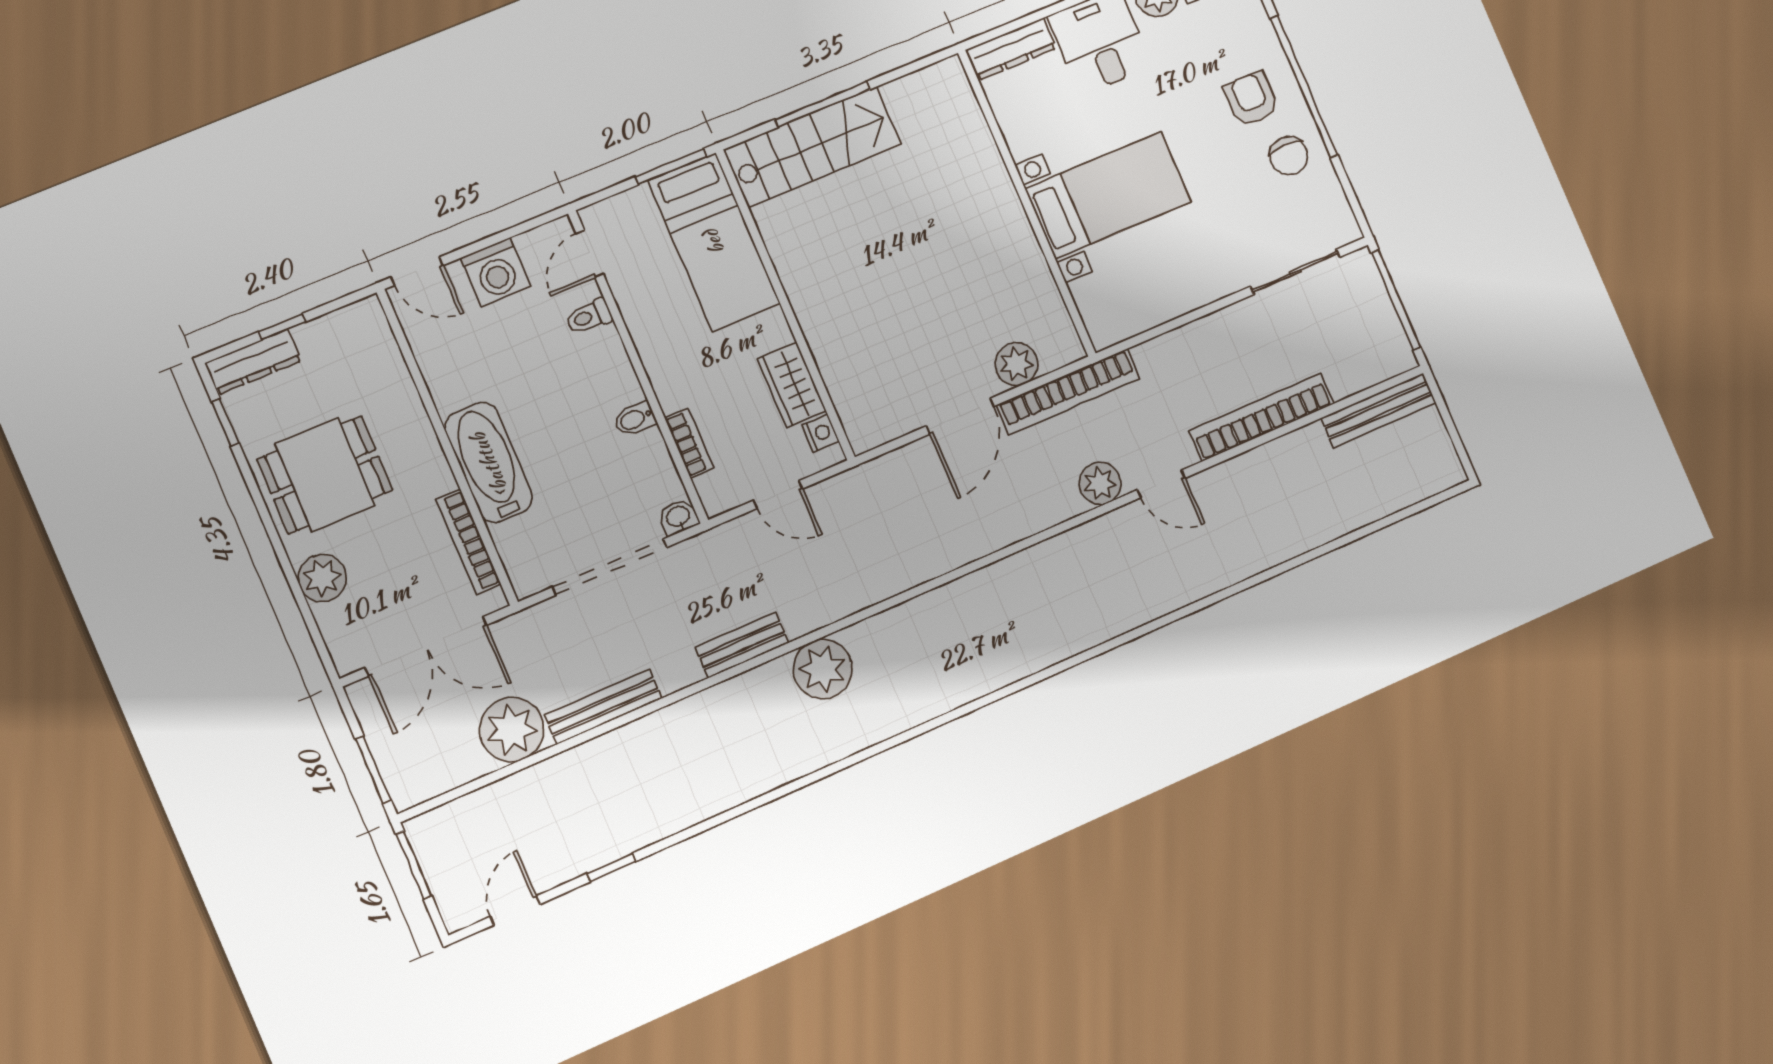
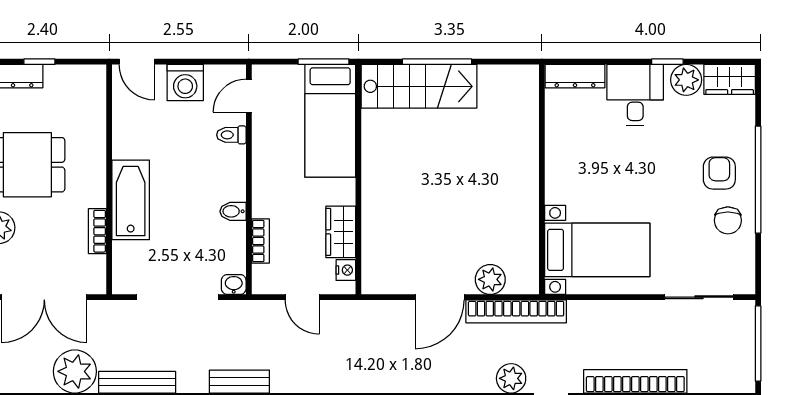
bed with nightstands: (1108, 195) -> (597, 250), moved
bookcase: (468, 542) -> (97, 231), width x0.64

